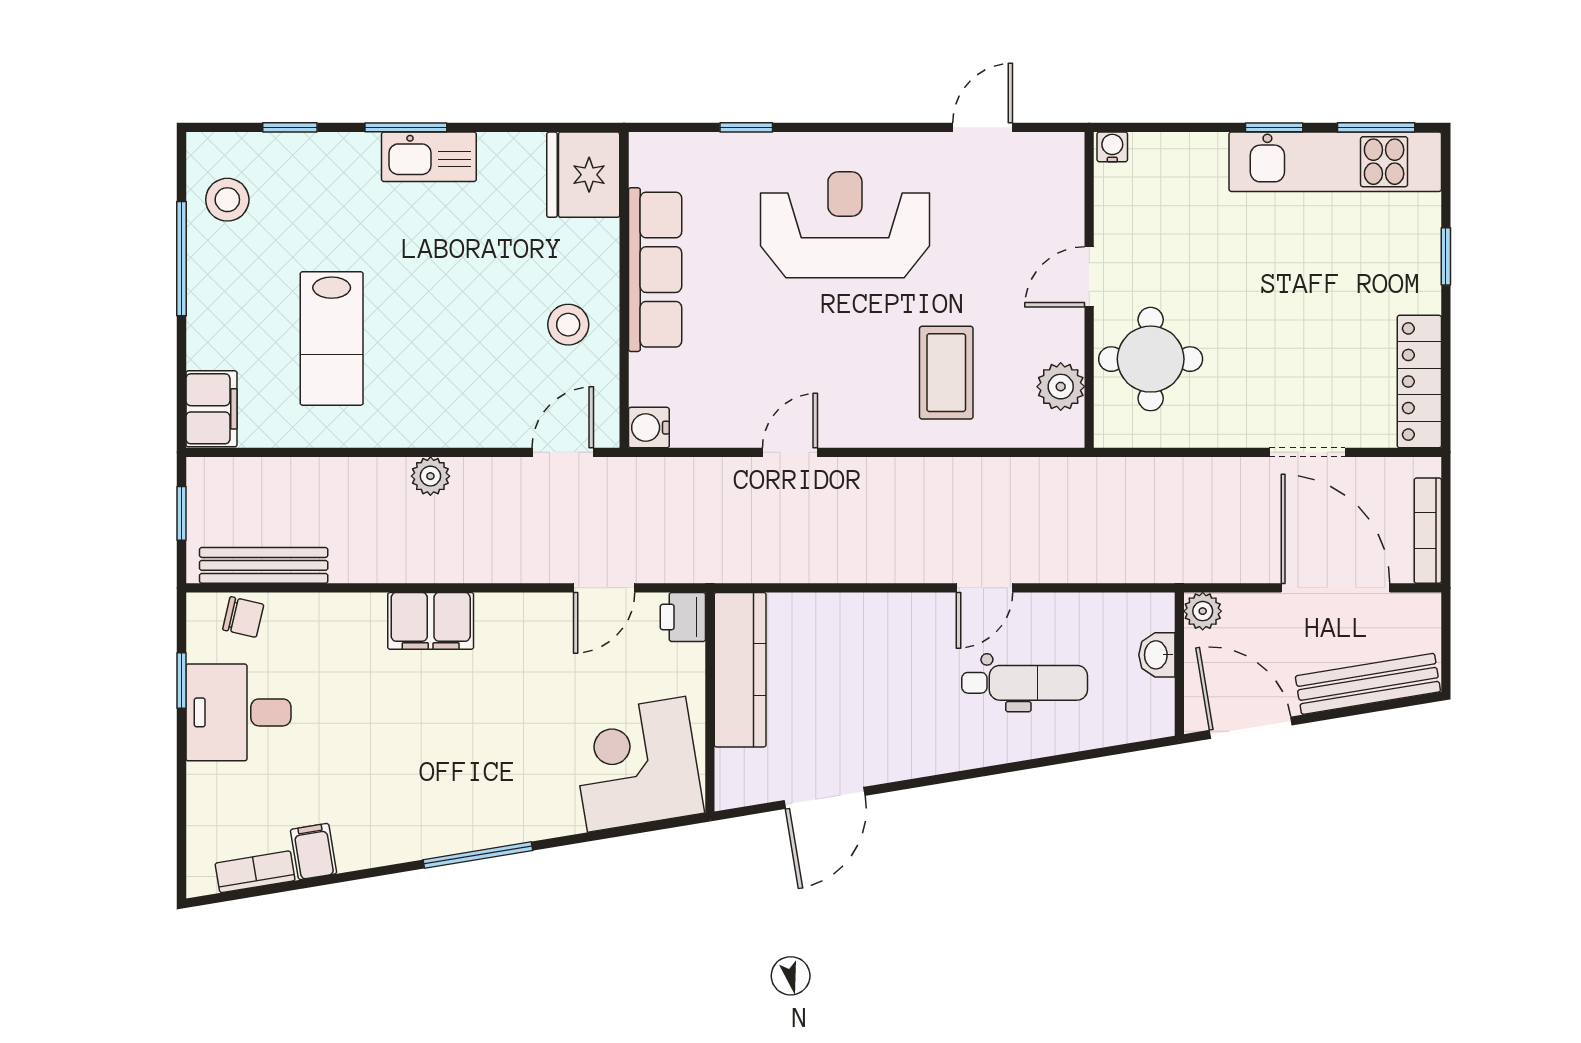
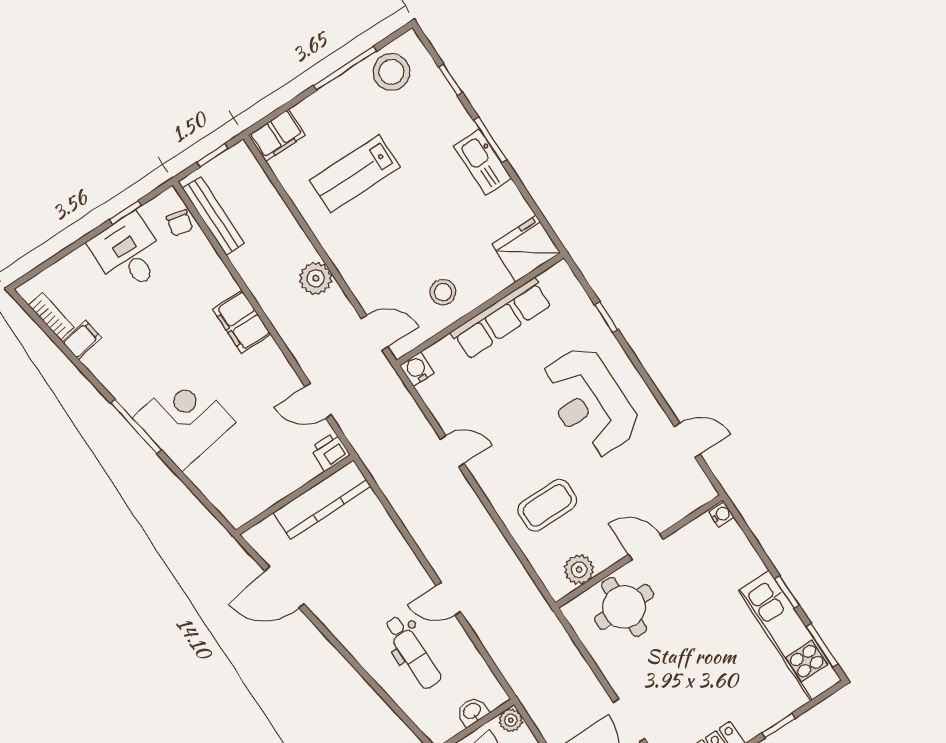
stool: (227, 200) -> (391, 72), width x1.38, depth x1.38
reception desk: (845, 225) -> (589, 402), turned 180
plant: (430, 476) -> (316, 278), width x1.38, depth x1.38
corner desk: (637, 764) -> (184, 420), moved

